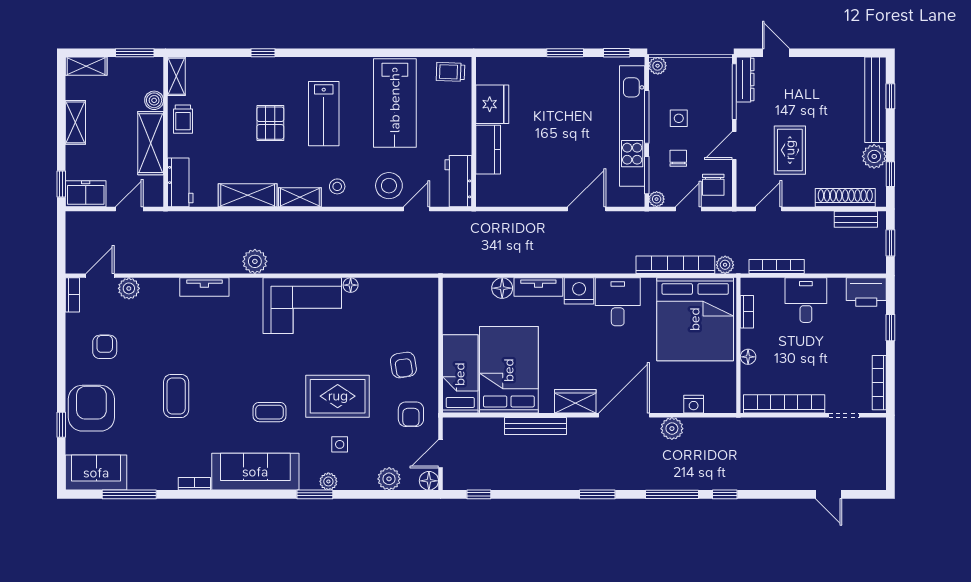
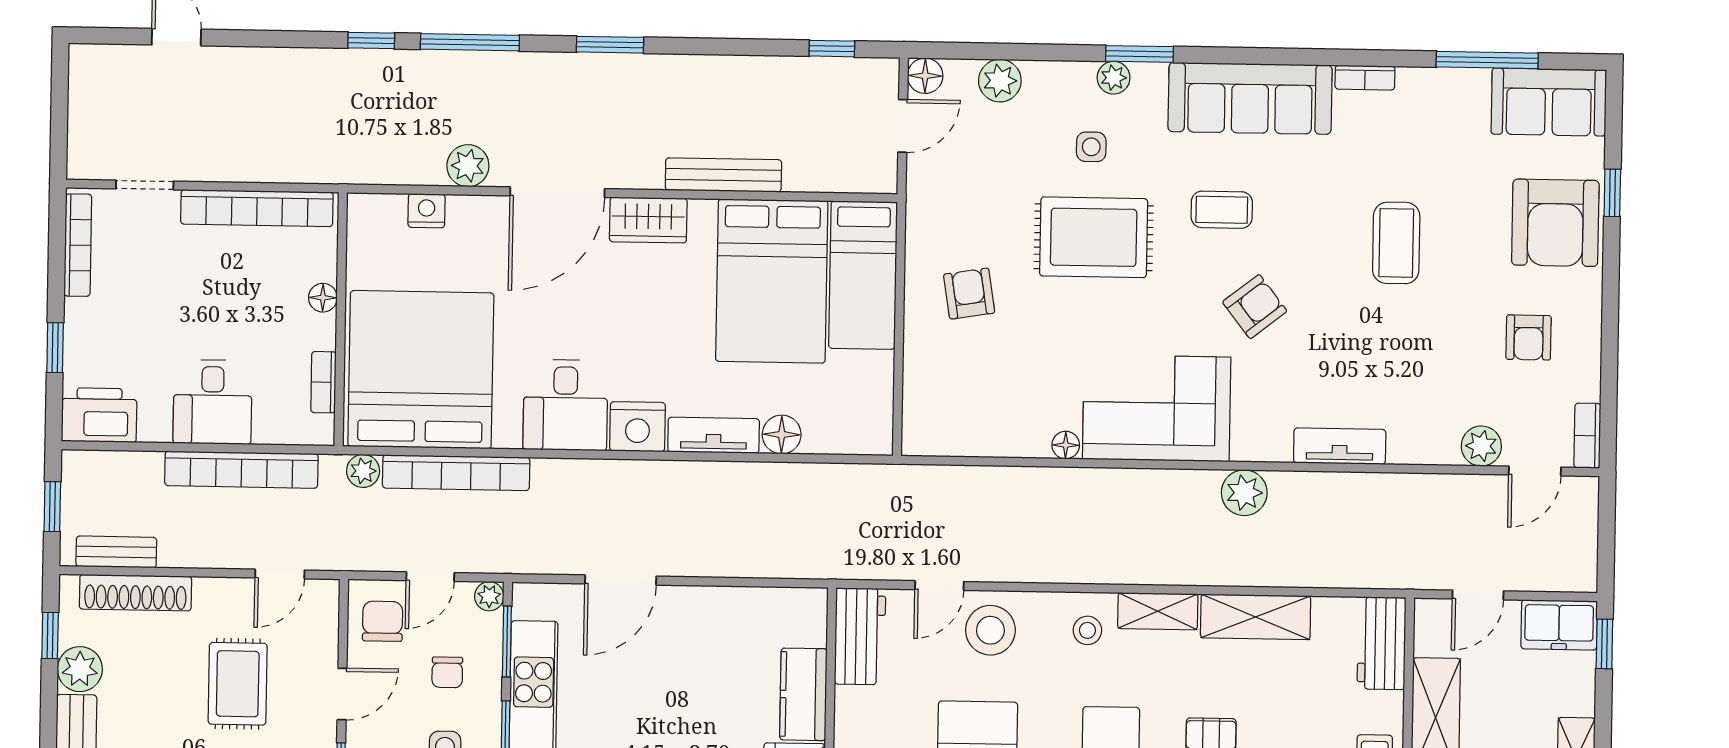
bookcase: (777, 267) -> (241, 470), width x1.48, depth x1.31
armchair: (411, 414) -> (1255, 307), moved, turned 52

